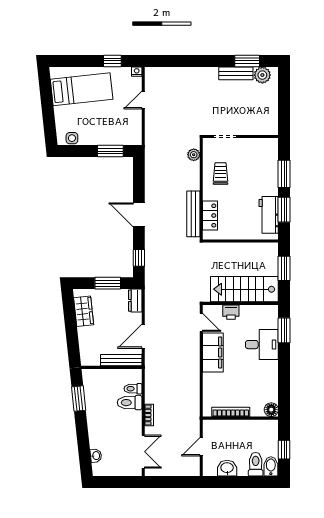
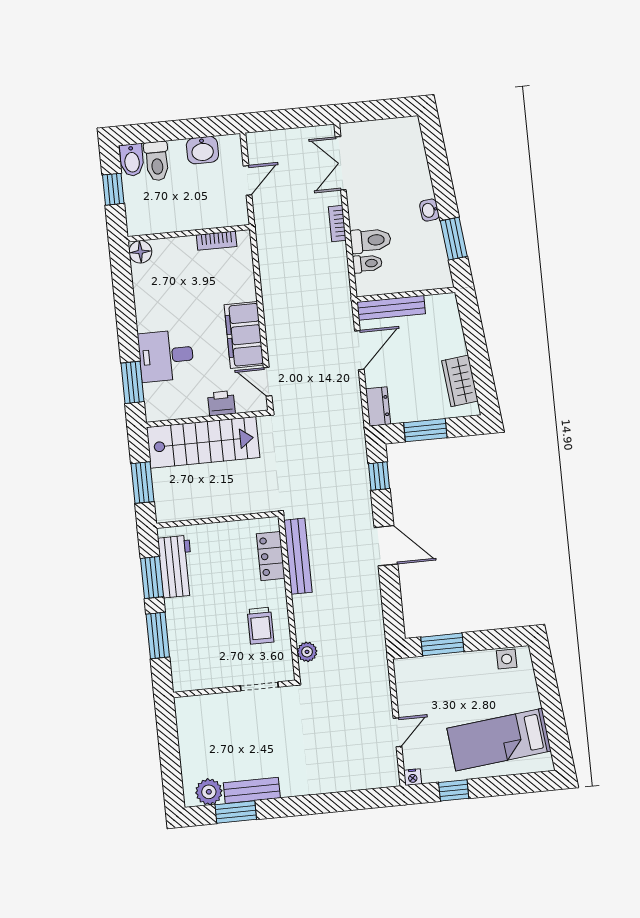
bookcase: (231, 412) -> (217, 241), width x0.64
washbasin: (96, 456) -> (429, 210), moved

